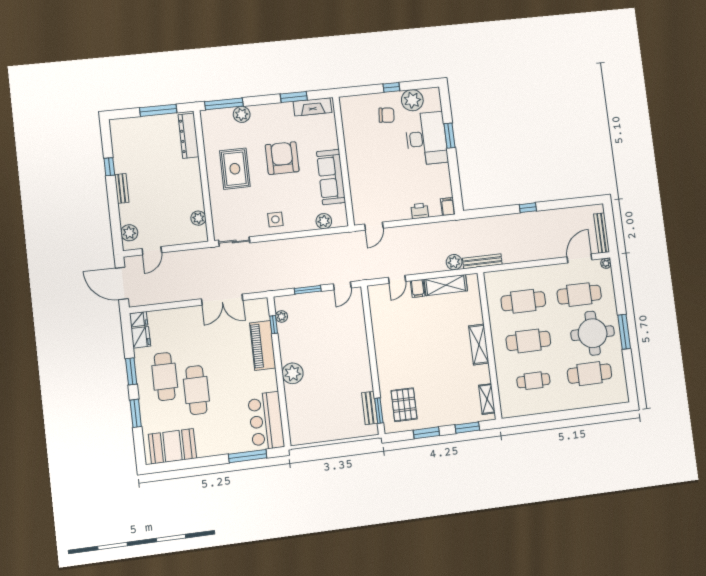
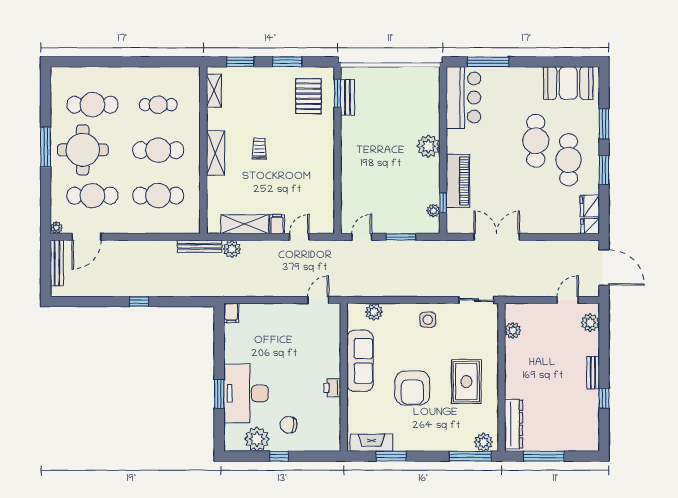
plant: (242, 114) -> (483, 442), moved
printer: (420, 211) -> (332, 388), moved, turned 90
trolley: (441, 353) -> (259, 149), added

